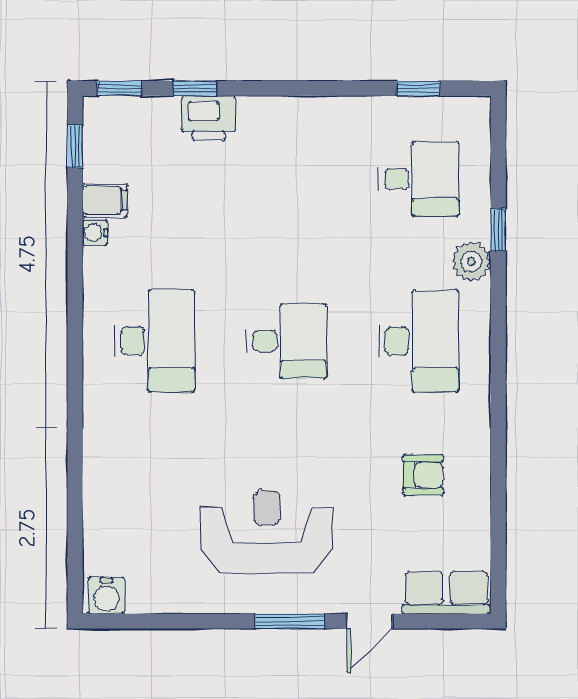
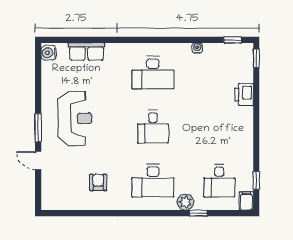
window: (195, 88) -> (256, 89), removed
filing cabinet: (105, 200) -> (246, 201), moved, turned 180
armchair: (423, 475) -> (98, 182), turned 180
row of seats: (446, 593) -> (86, 52), moved, turned 90

